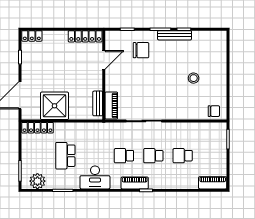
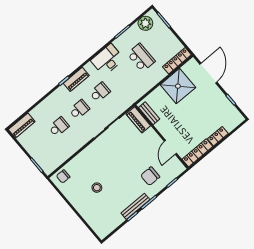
locker: (32, 36) -> (218, 136), moved

